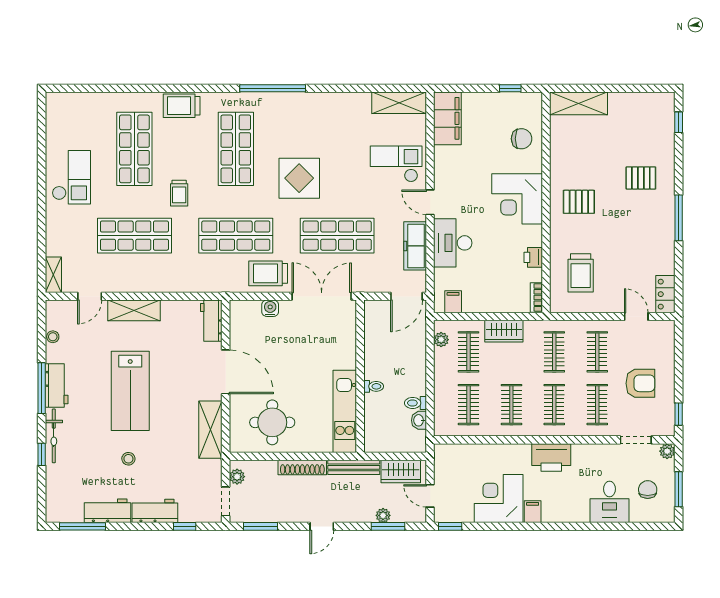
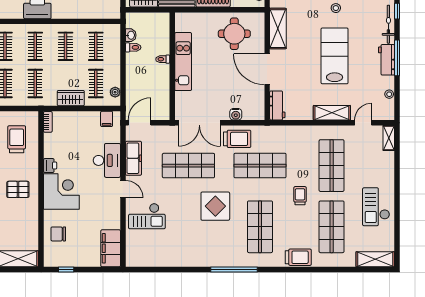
shelving: (399, 103) -> (375, 259), moved
shop shelf: (134, 236) -> (332, 166), turned 90
printer: (533, 257) -> (50, 166), moved
kitchen unit: (345, 411) -> (183, 62), moved

